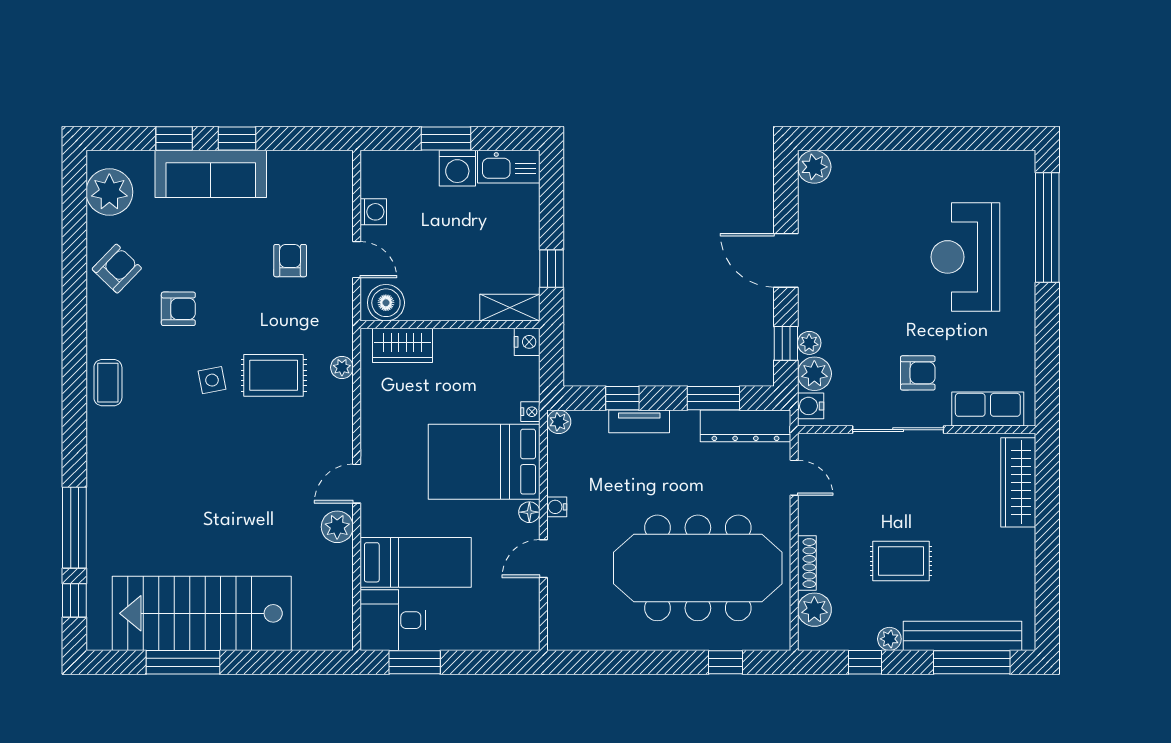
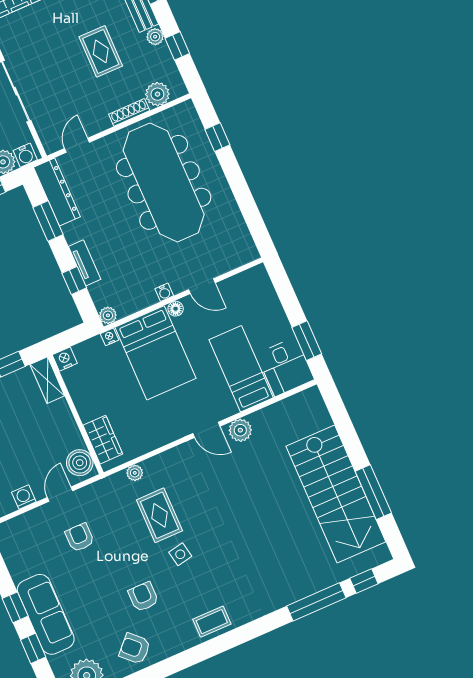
armchair: (290, 261) -> (80, 537), turned 90

